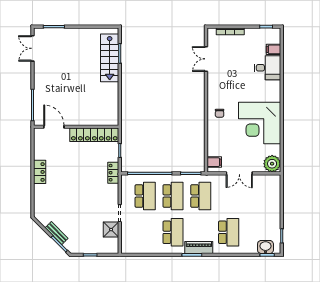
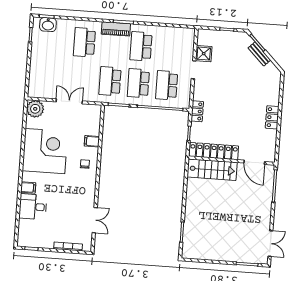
filing cabinet: (273, 49) -> (28, 187), moved
stairs: (110, 58) -> (212, 170), moved, turned 90
filing cabinet: (214, 162) -> (92, 141), moved

